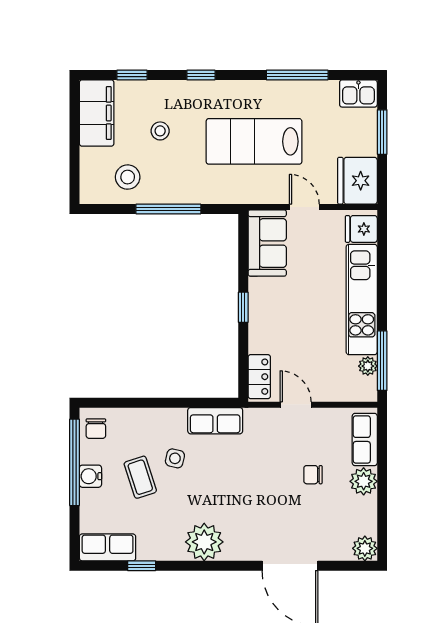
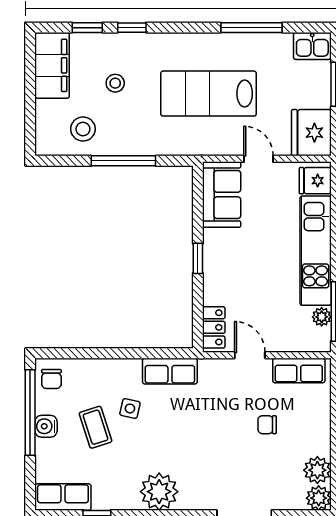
window: (201, 75) -> (132, 28), moved
row of seats: (365, 439) -> (299, 370), moved, turned -90
plant: (364, 481) -> (317, 470), moved

